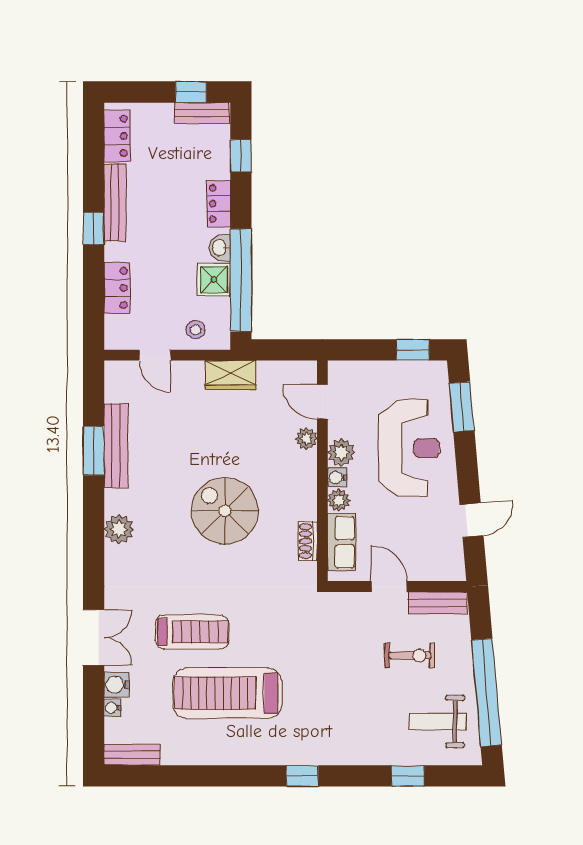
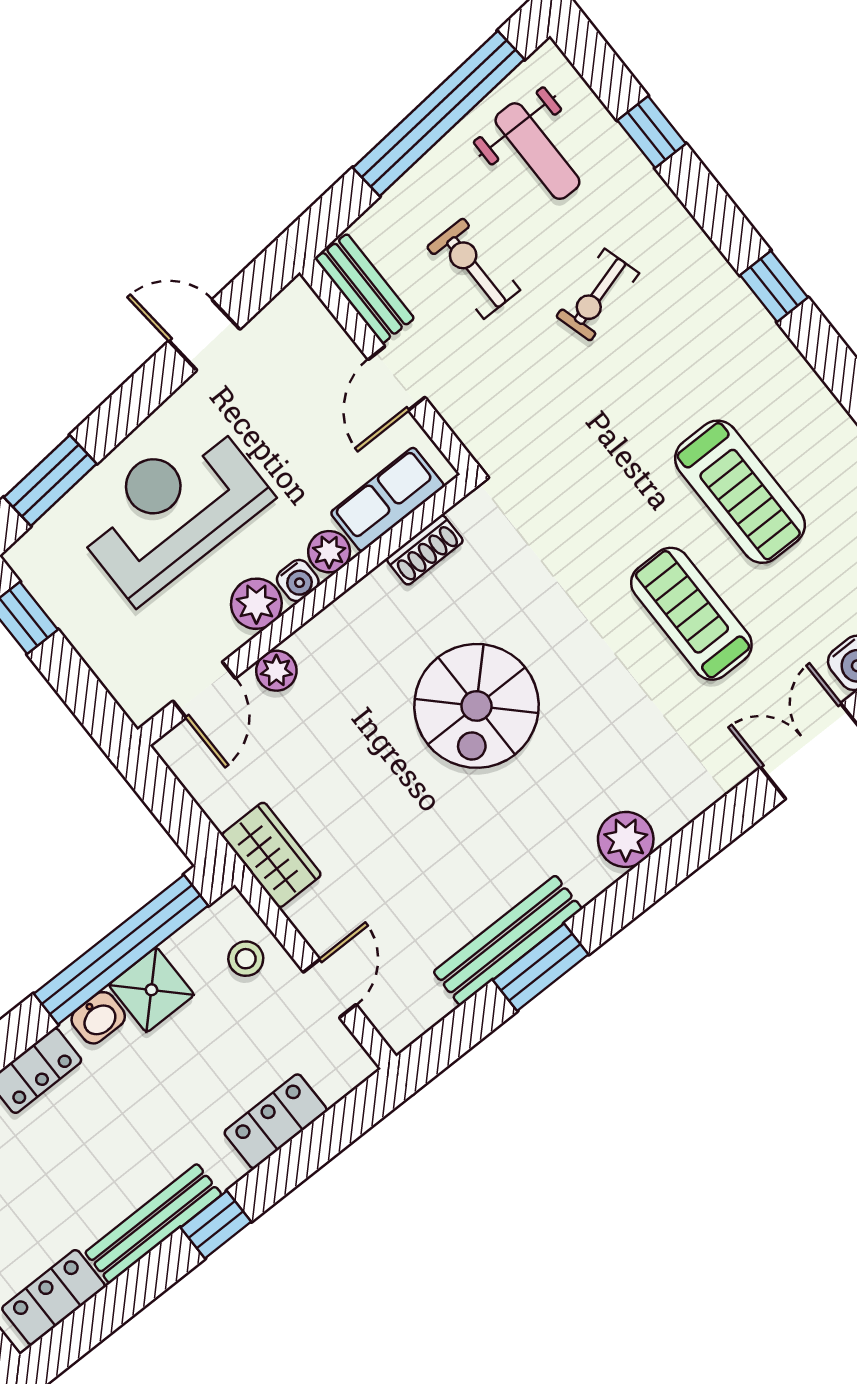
treadmill: (227, 693) -> (740, 492), width x0.73, depth x0.73
exercise bike: (357, 699) -> (598, 295), added

